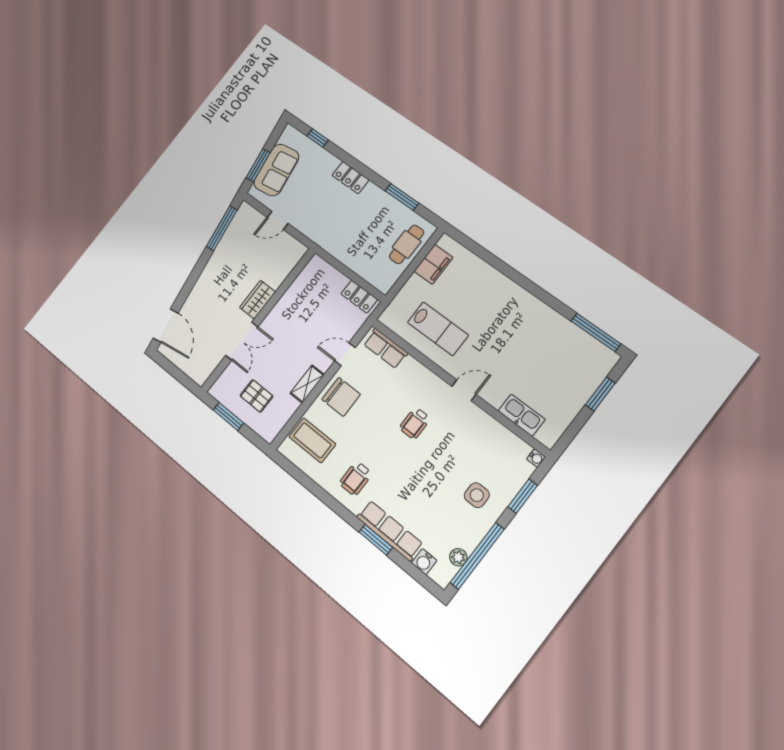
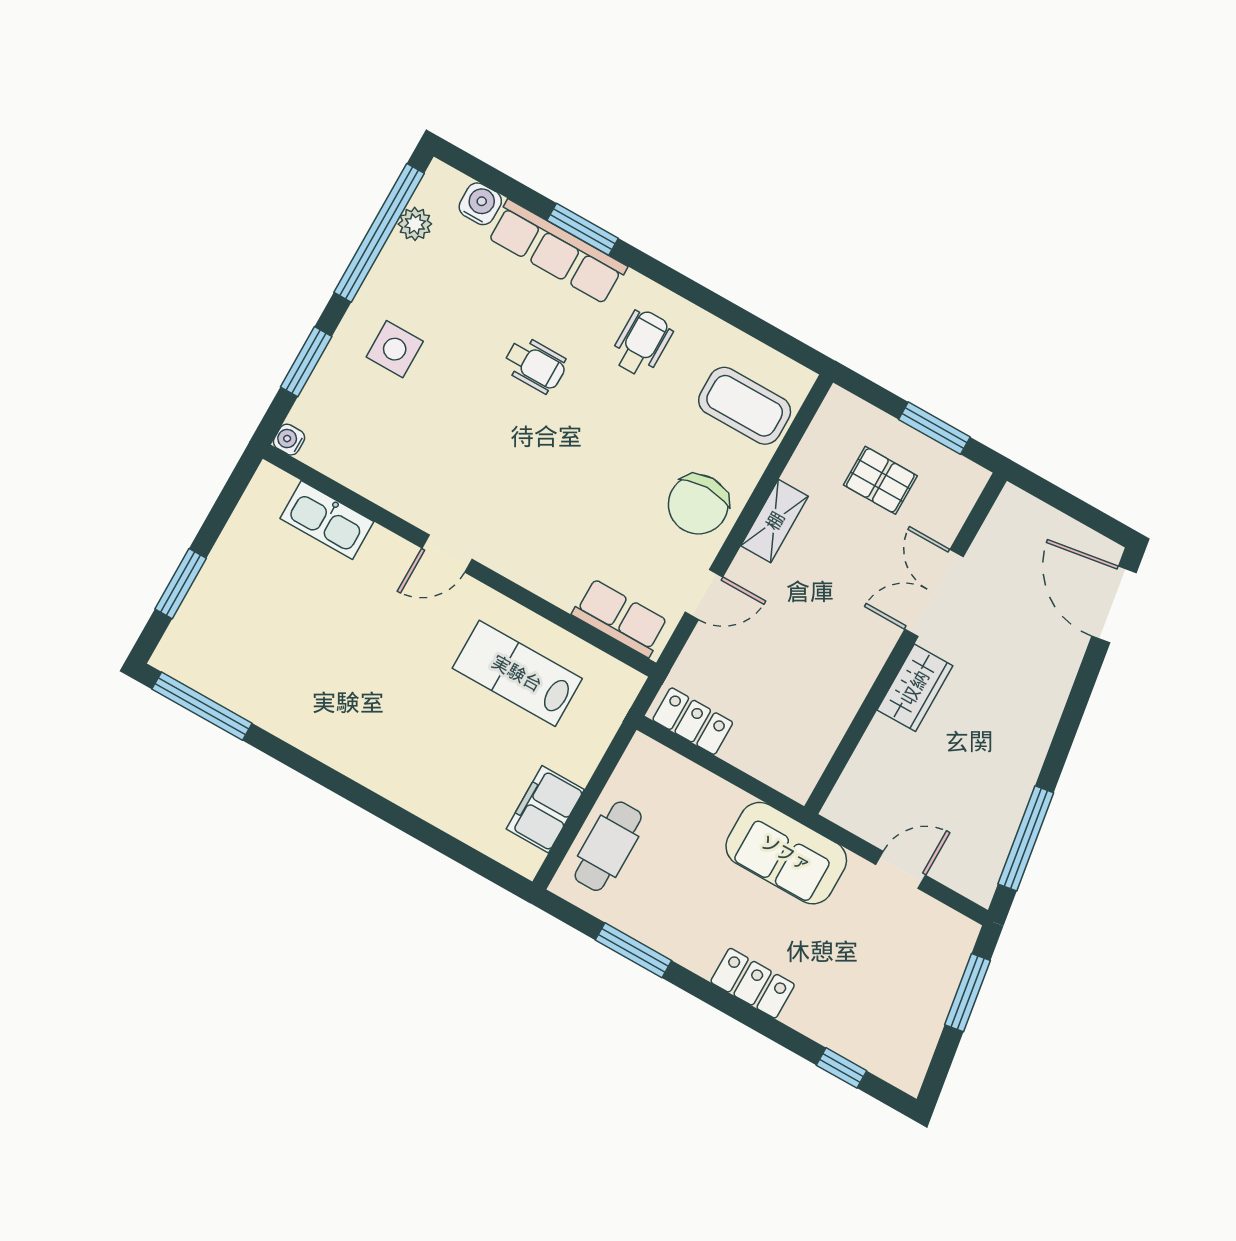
sofa: (276, 170) -> (786, 853), moved, turned -81
chair: (341, 397) -> (698, 504), turned -90
wheelchair: (415, 423) -> (535, 365), moved, turned 90

